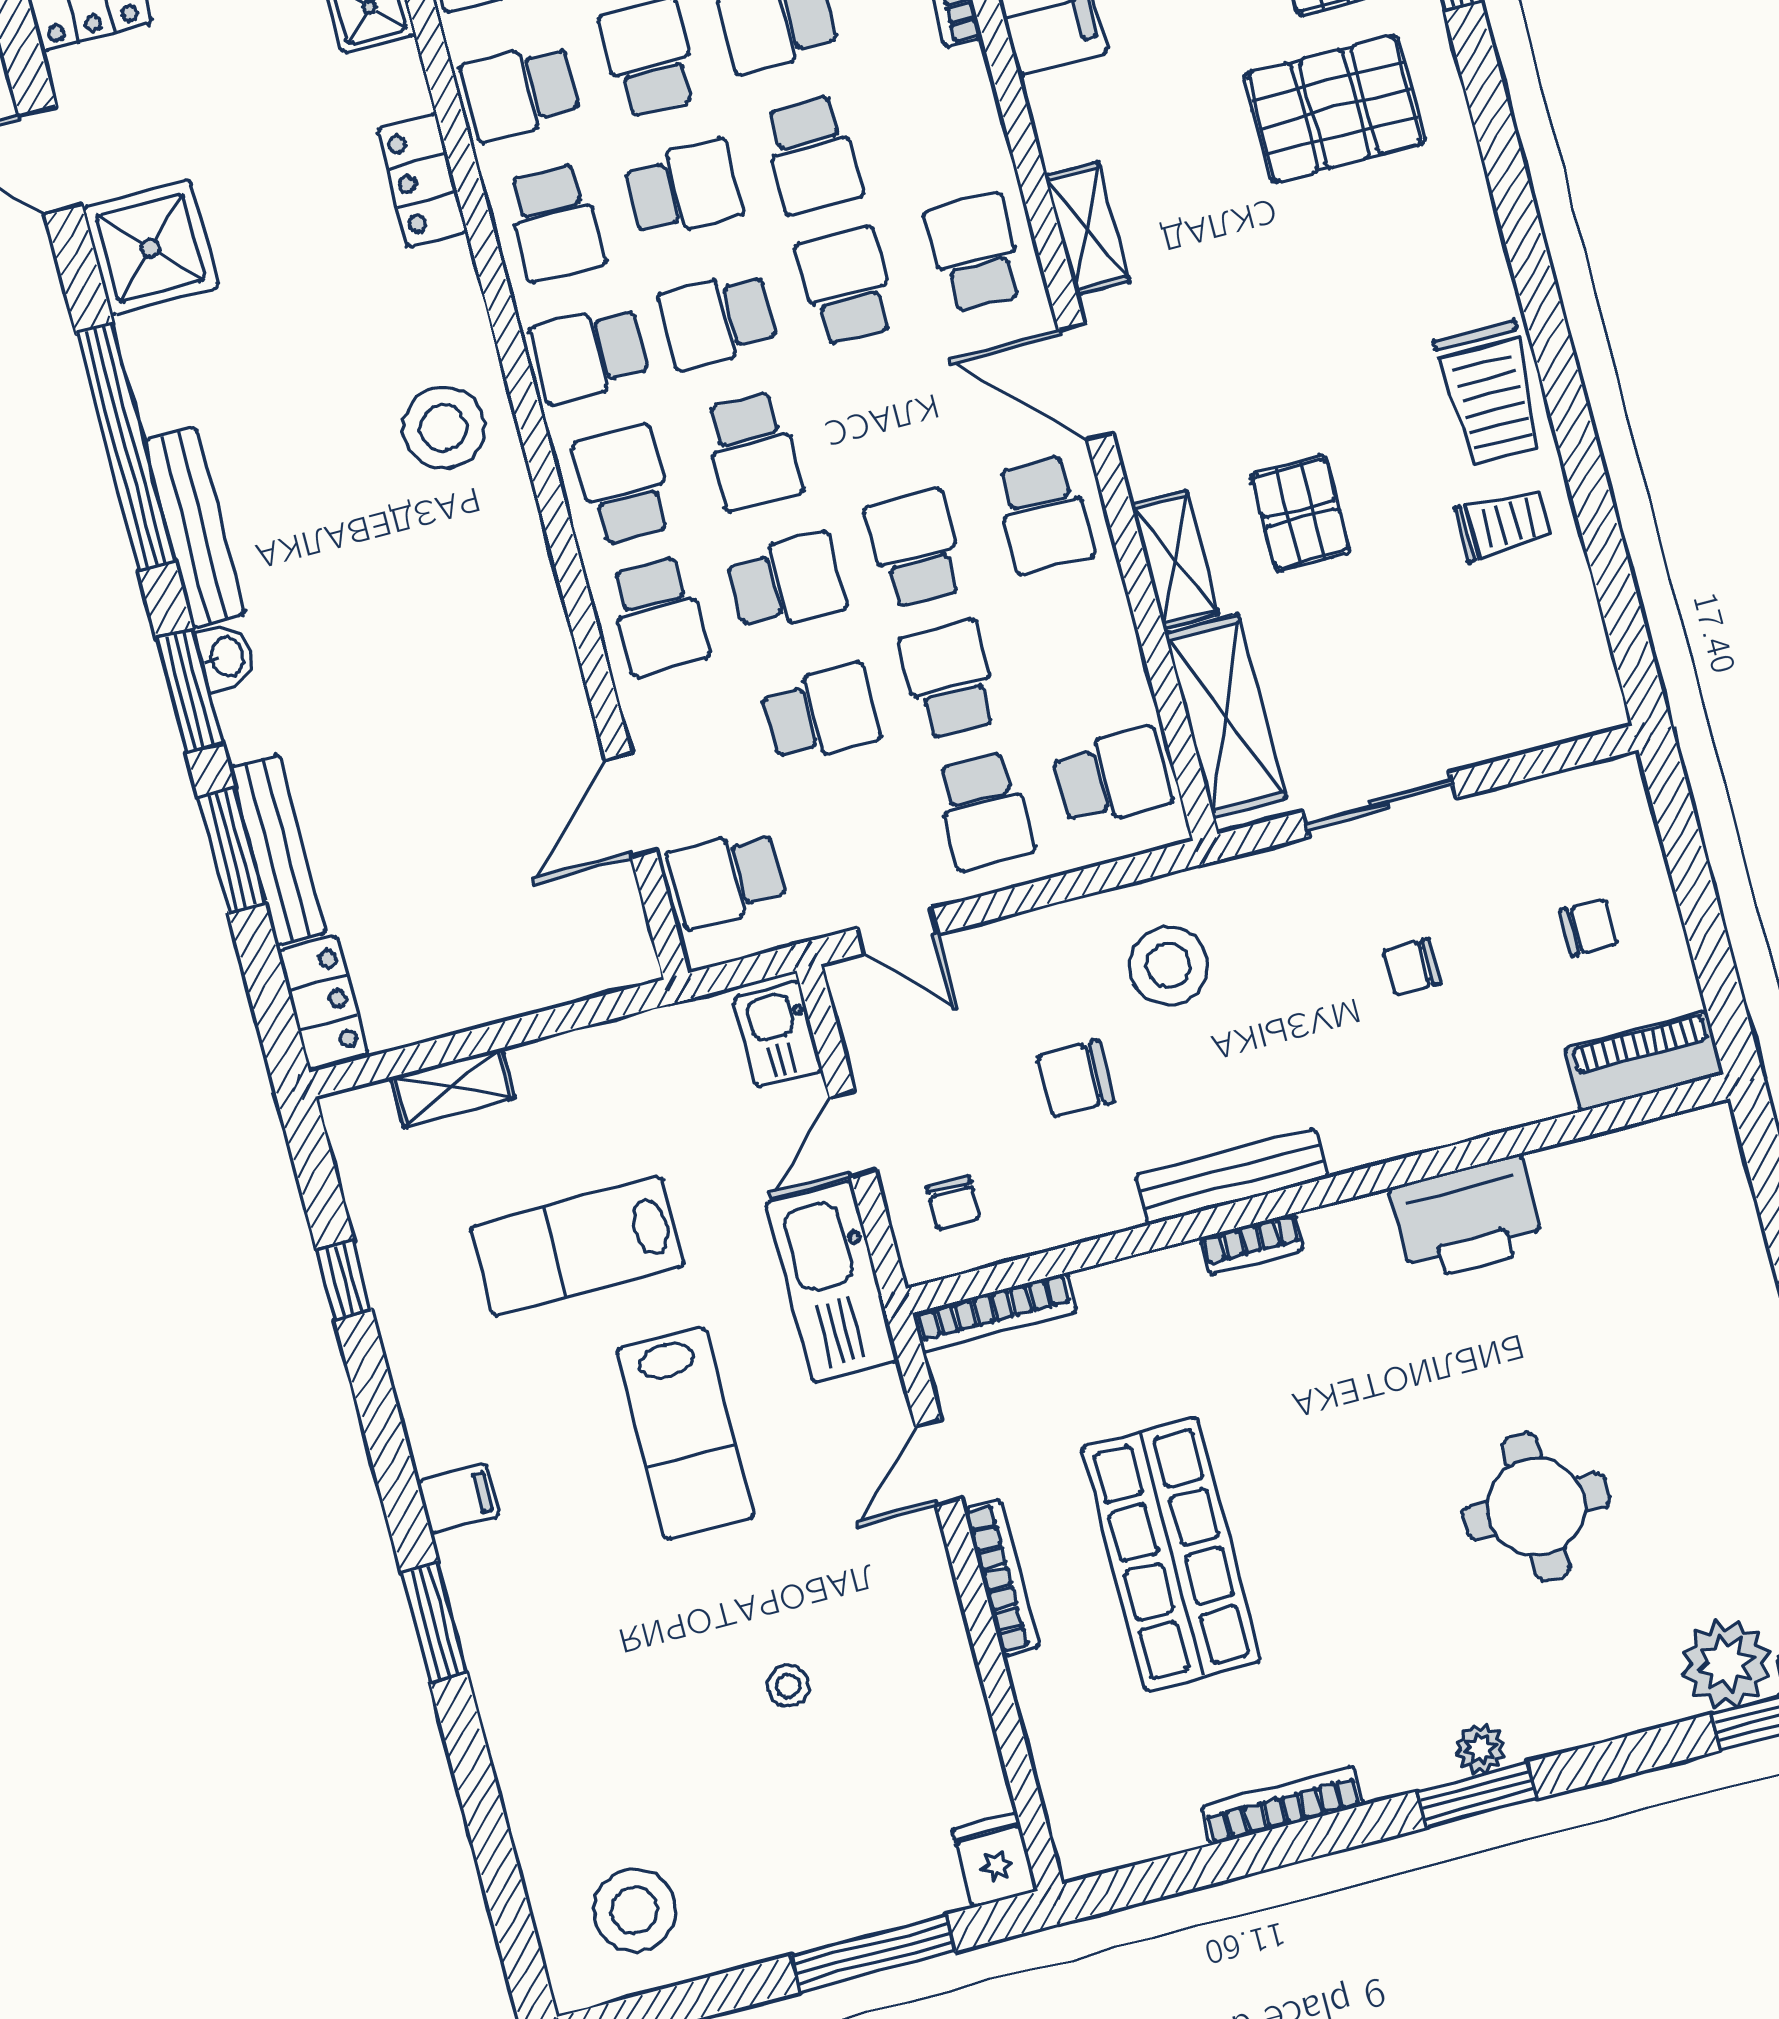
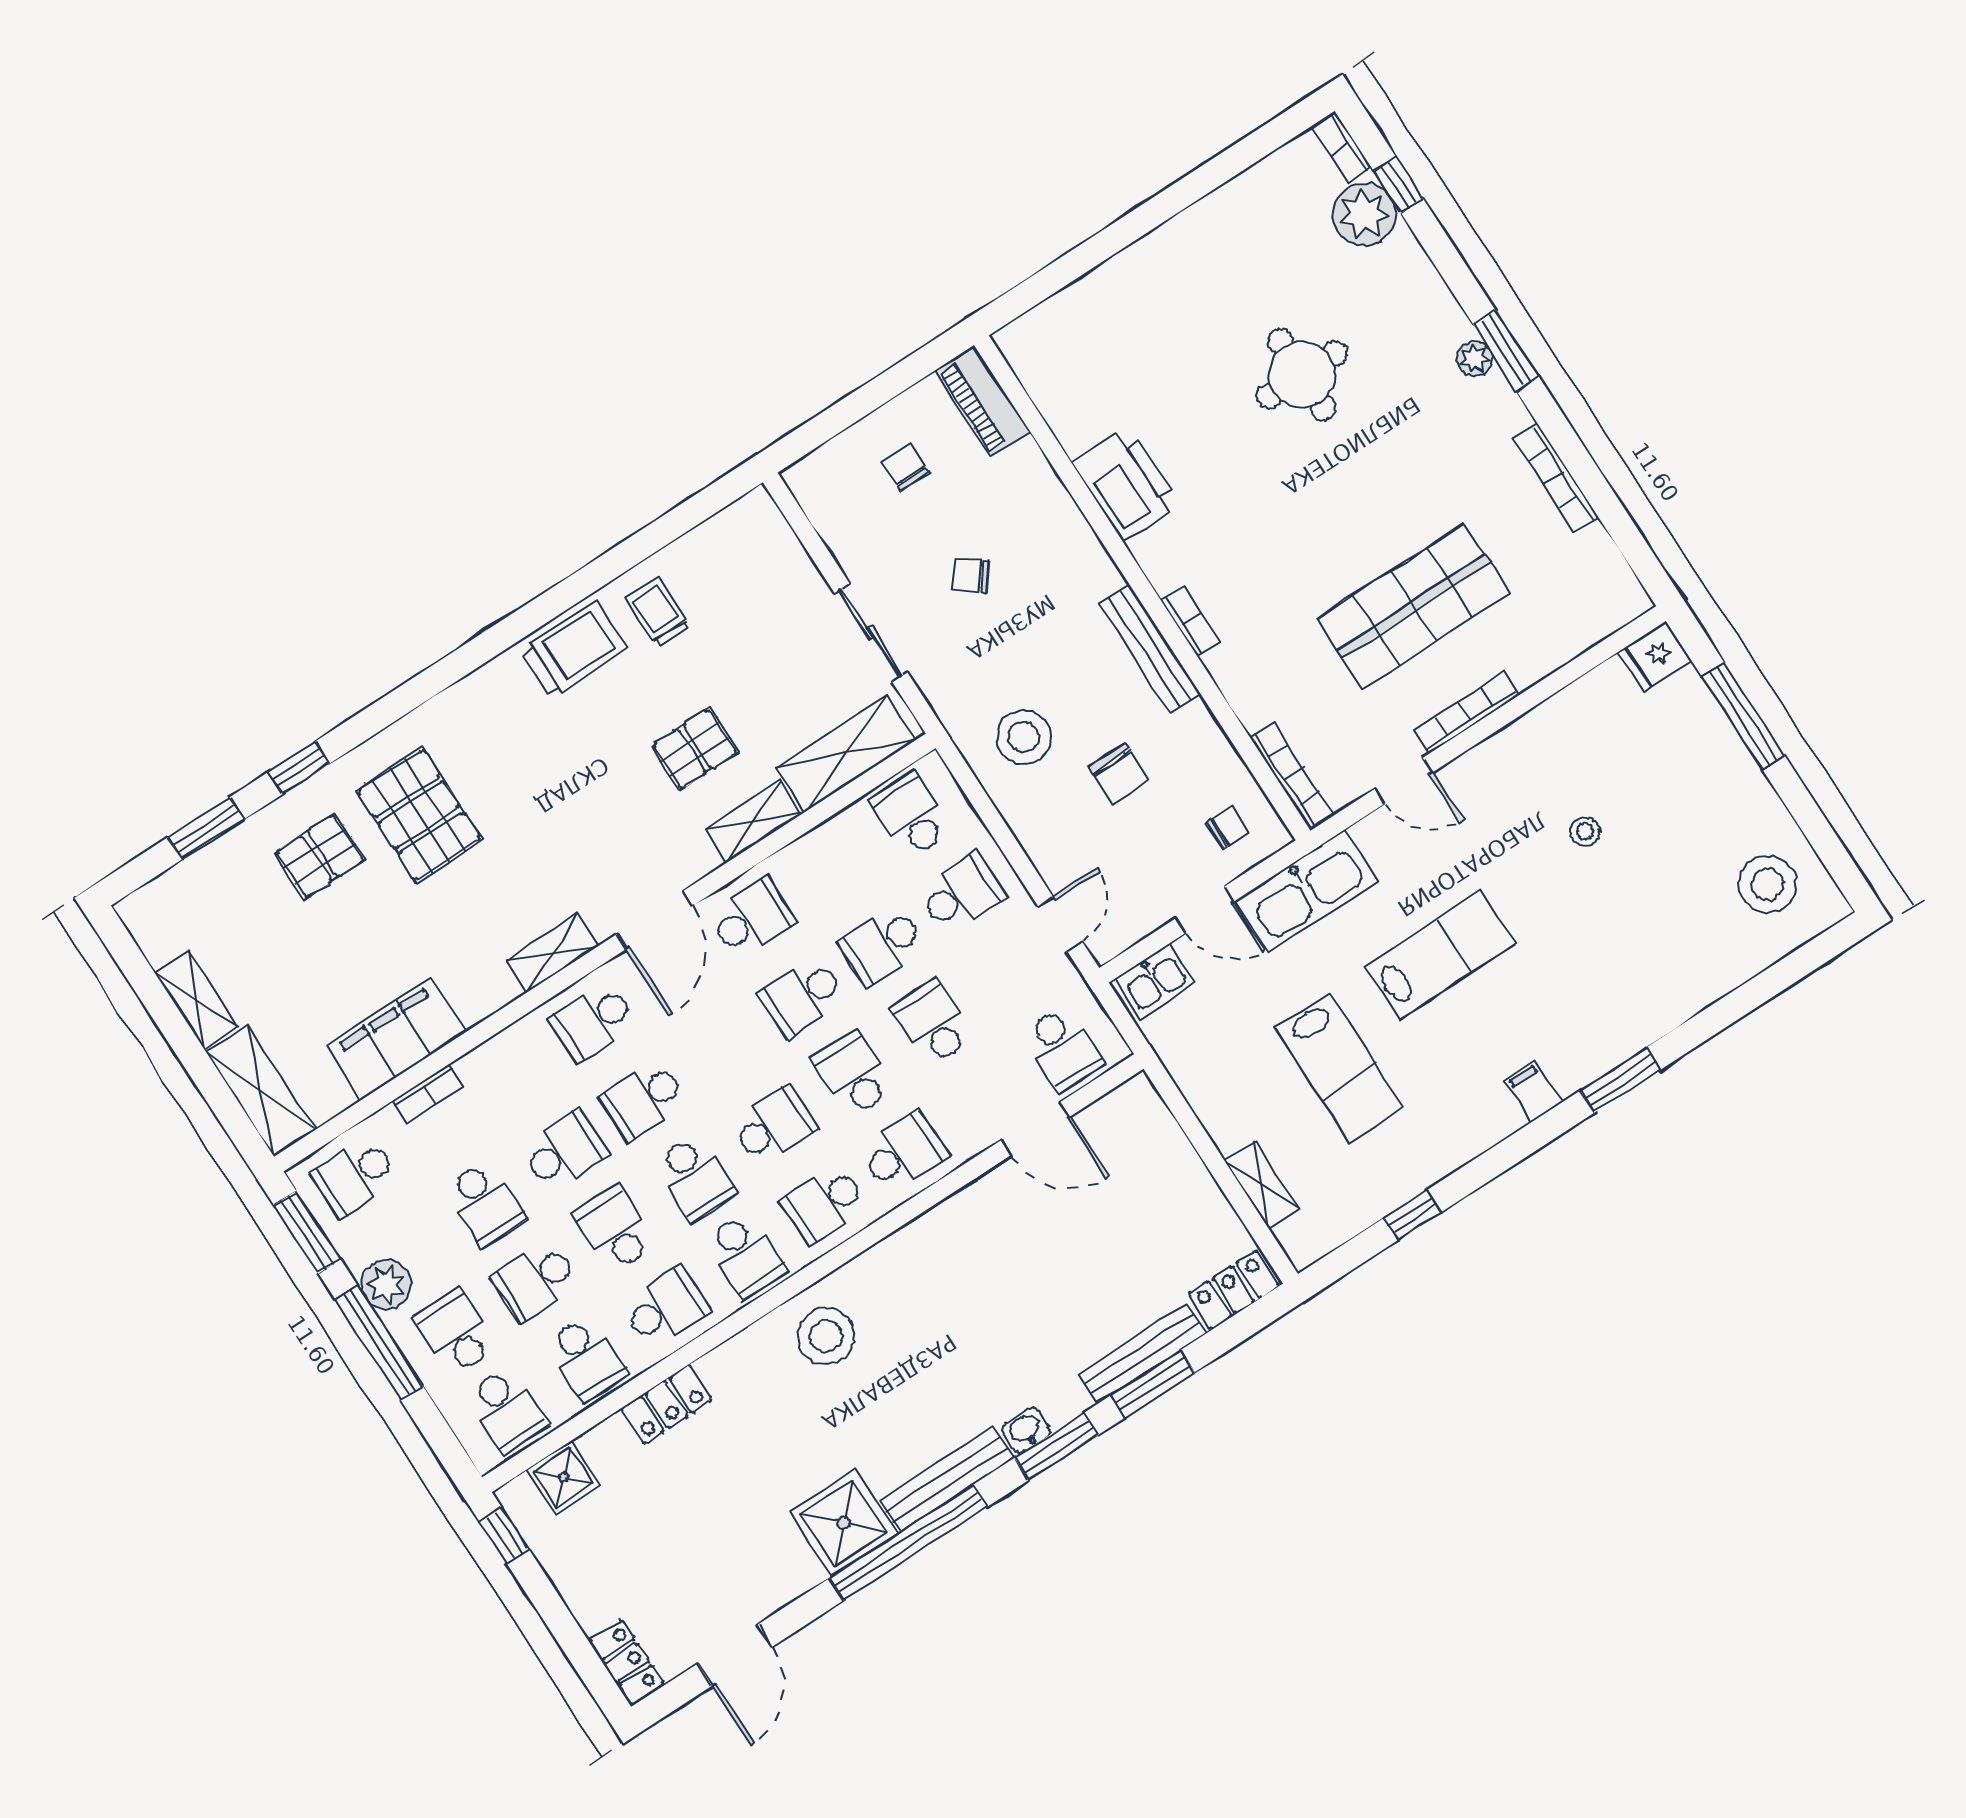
shower: (151, 248) -> (843, 1523), moved
chair: (1412, 967) -> (971, 576), turned 127

